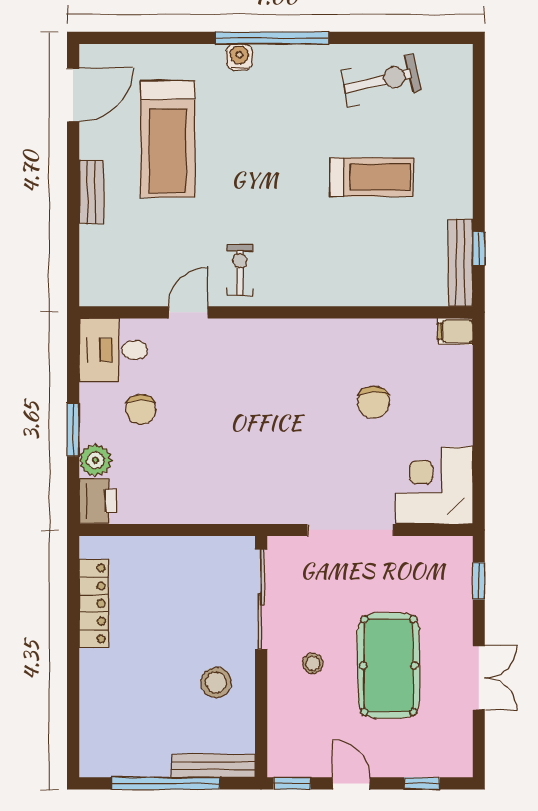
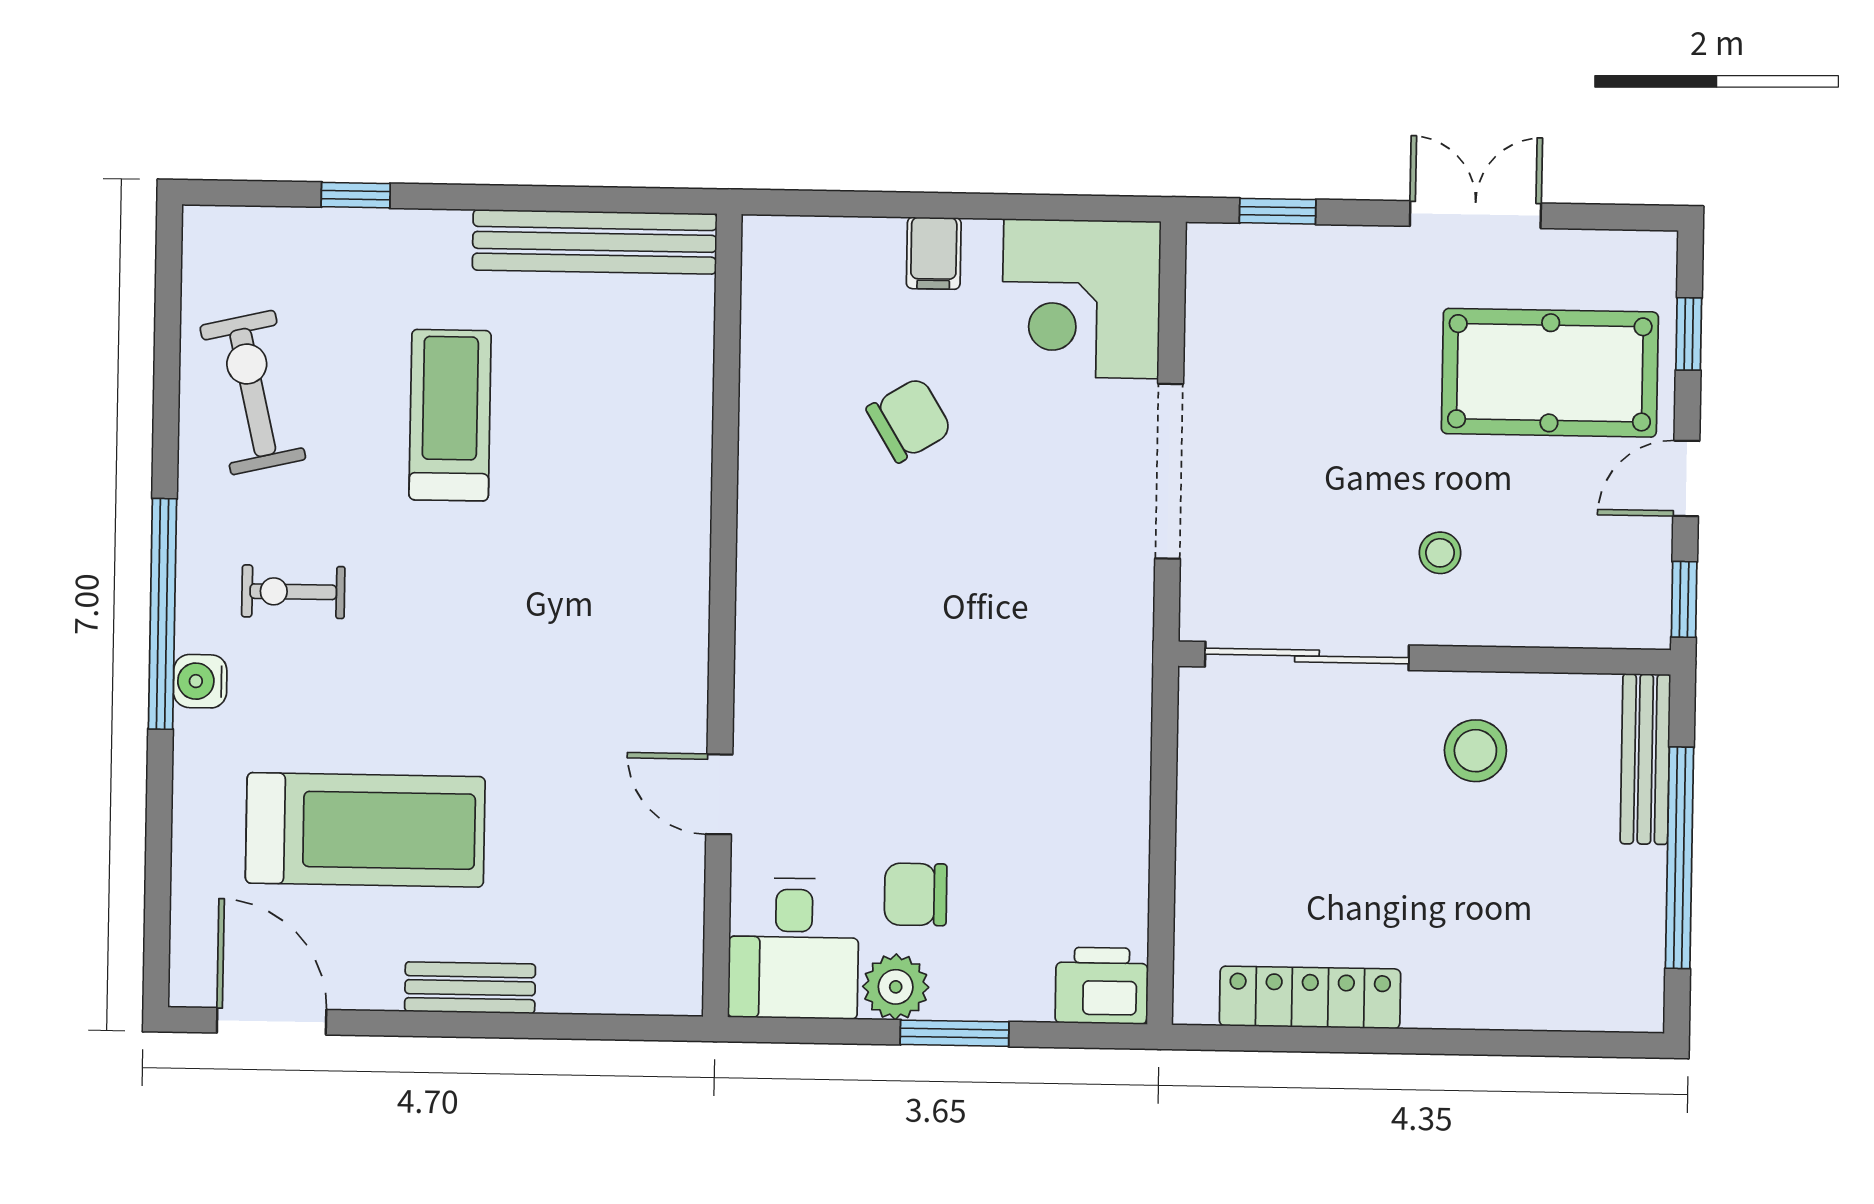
window: (479, 249) -> (356, 195), moved
bench: (461, 263) -> (595, 242), width x1.37, depth x1.21
exercise bike: (240, 270) -> (293, 592), moved
filing cabinet: (455, 331) -> (934, 253), moved
chair: (373, 402) -> (909, 420), turned -31
chair: (141, 409) -> (916, 894), turned 180
plant: (95, 460) -> (896, 987), moved
pool table: (389, 666) -> (1550, 373), moved

